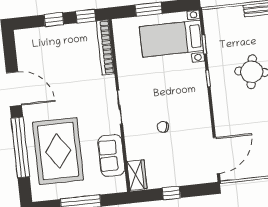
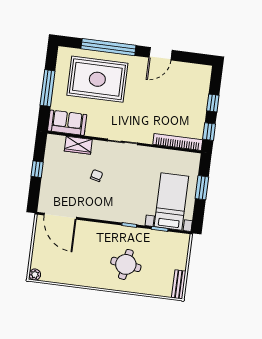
door: (14, 89) -> (161, 54), width x0.73
sofa: (111, 155) -> (67, 123), moved
wardrobe: (137, 175) -> (78, 145), moved

